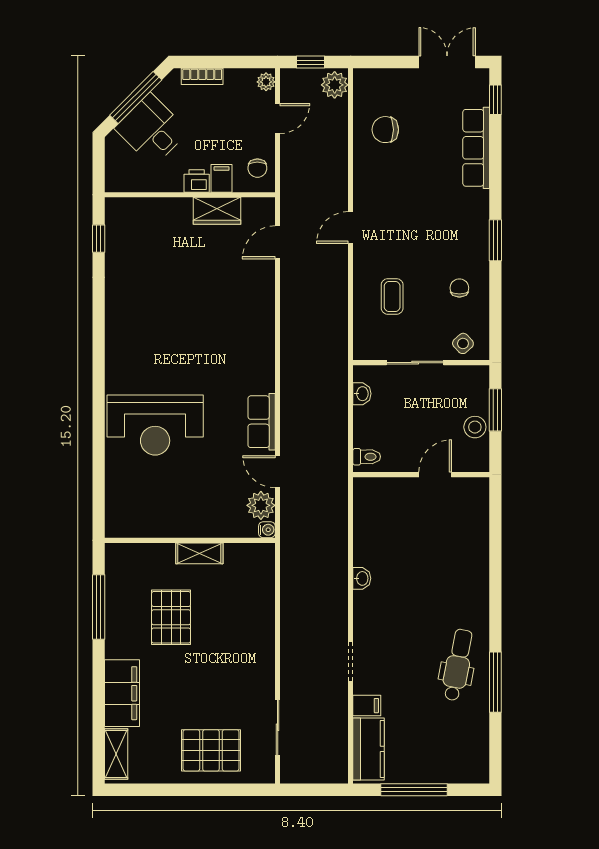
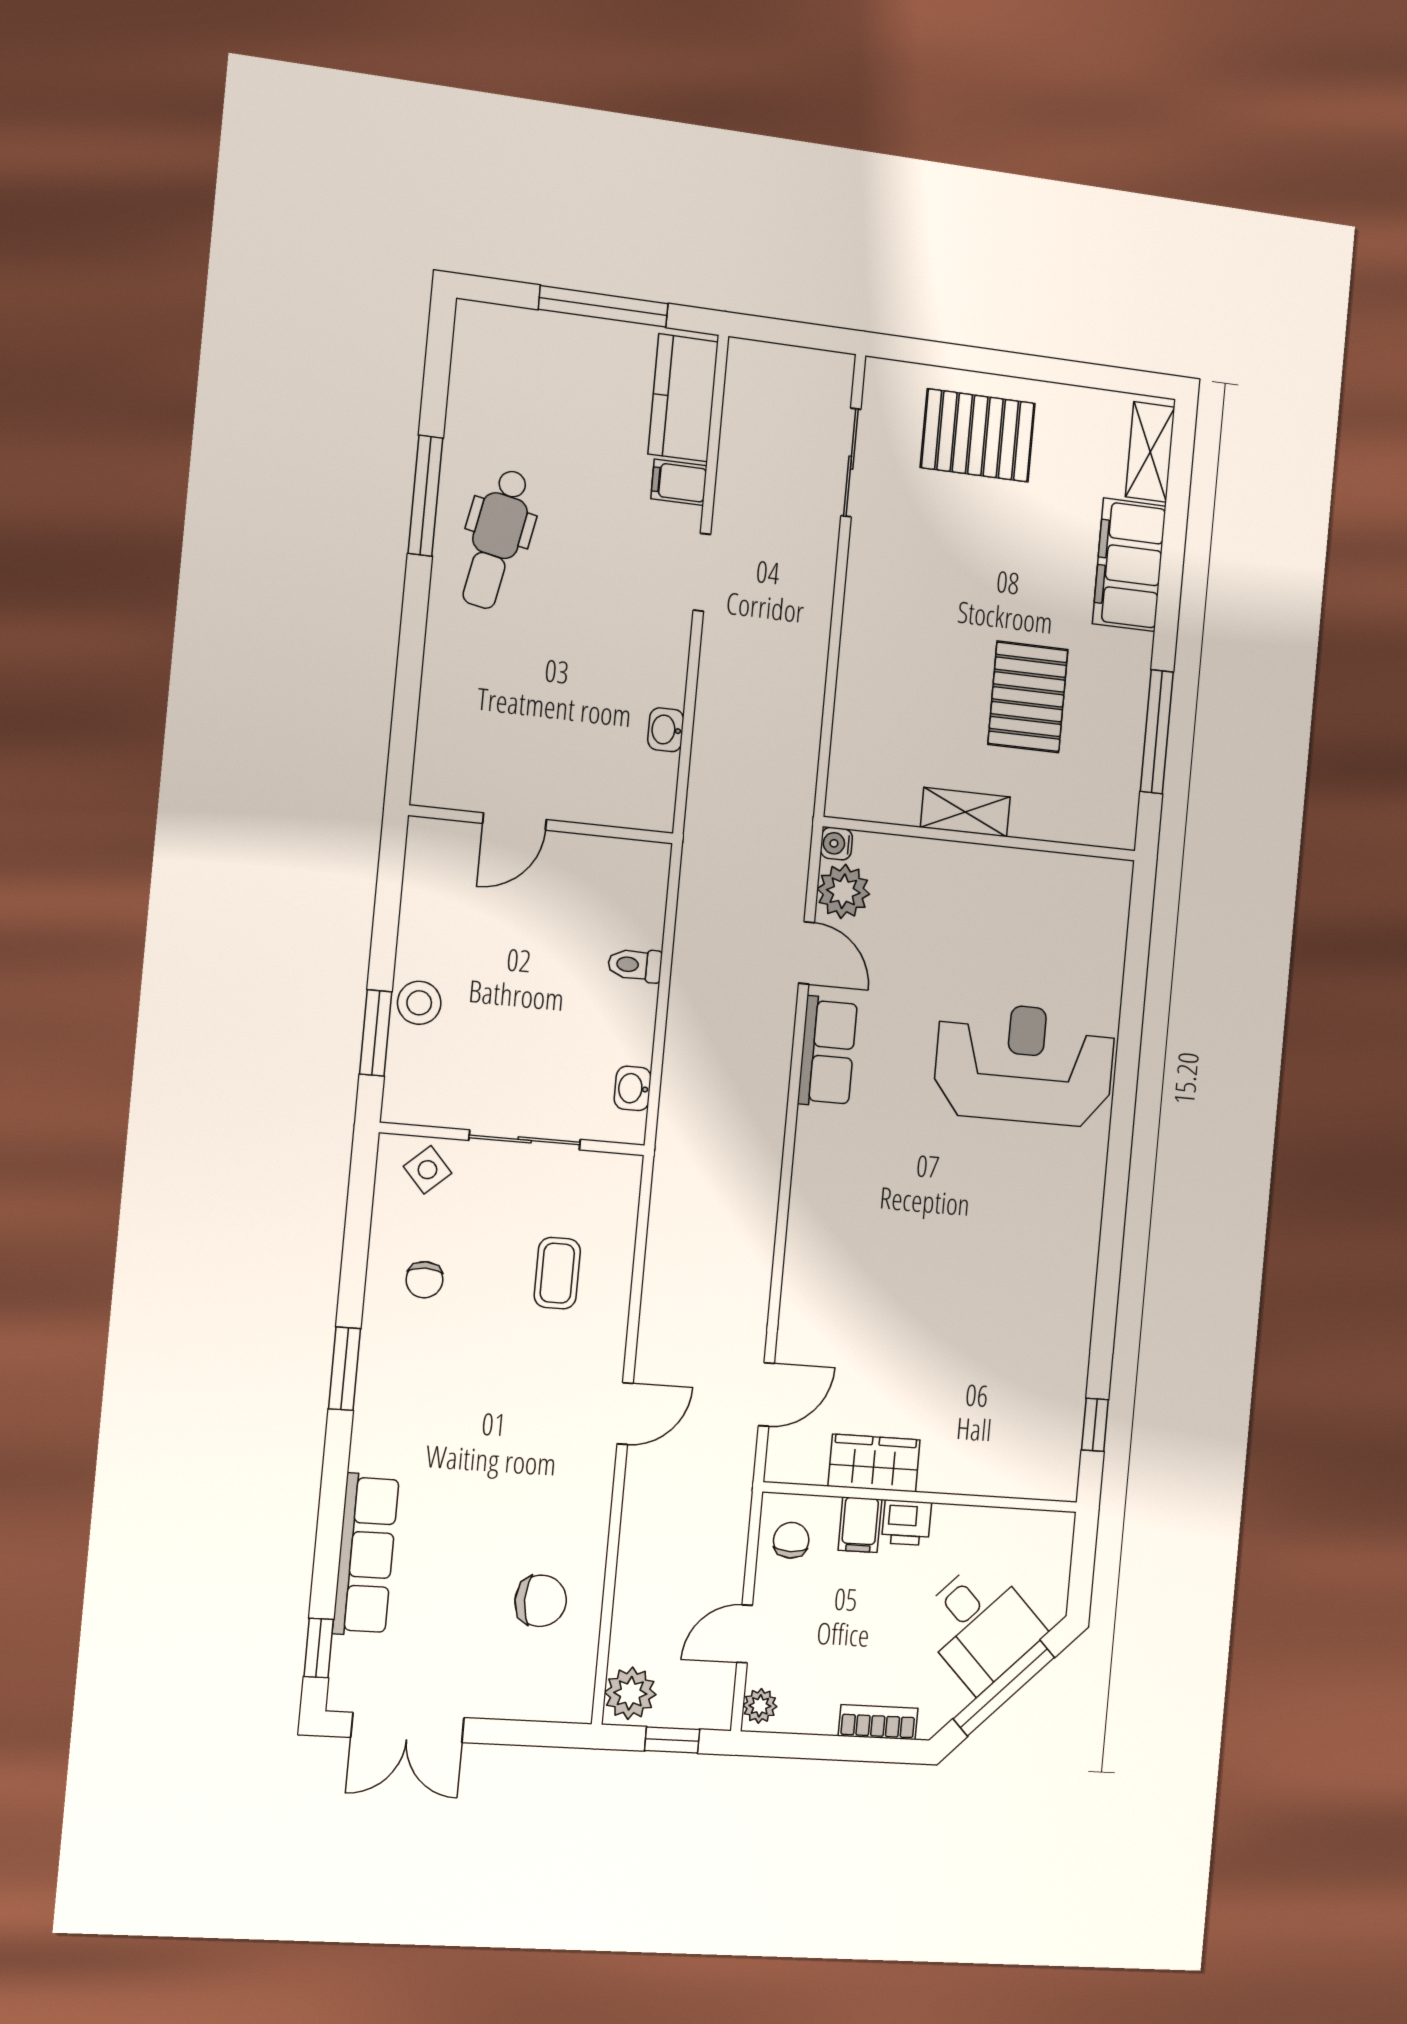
wall: (421, 475) -> (542, 824), moved
door: (435, 475) -> (514, 821), moved

